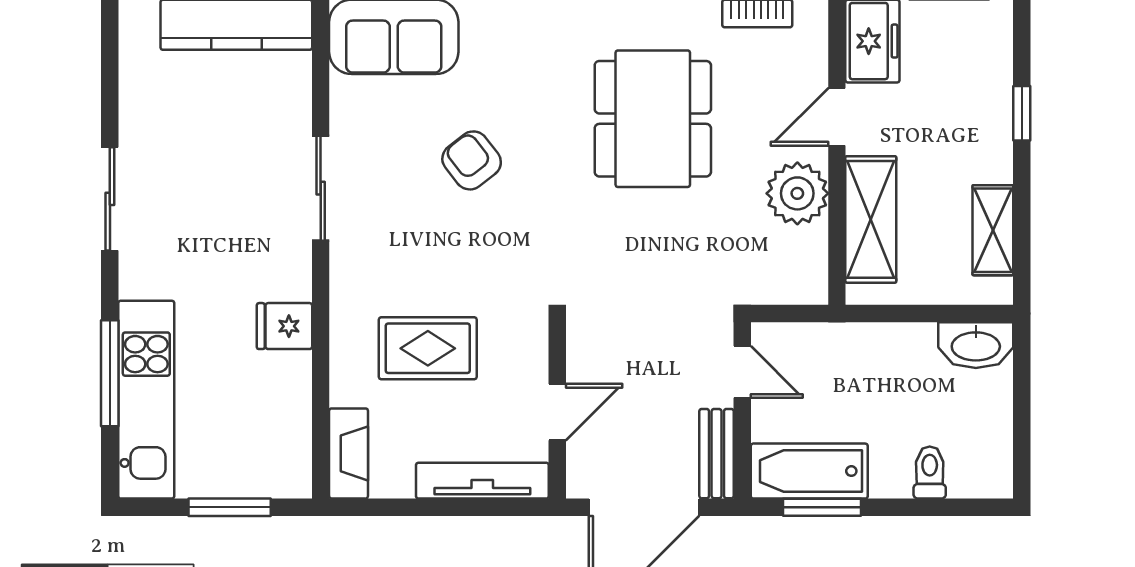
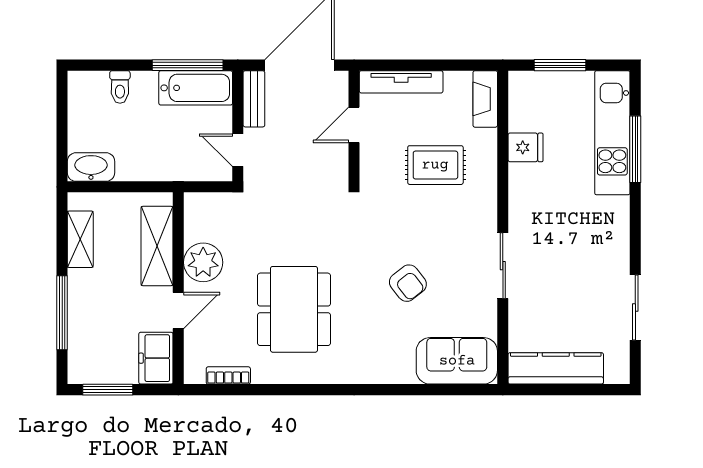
window: (1022, 113) -> (62, 313), width x2.17
sliding door: (110, 199) -> (635, 308), moved
fridge: (284, 326) -> (526, 147), moved
window: (822, 507) -> (188, 65), width x1.44

